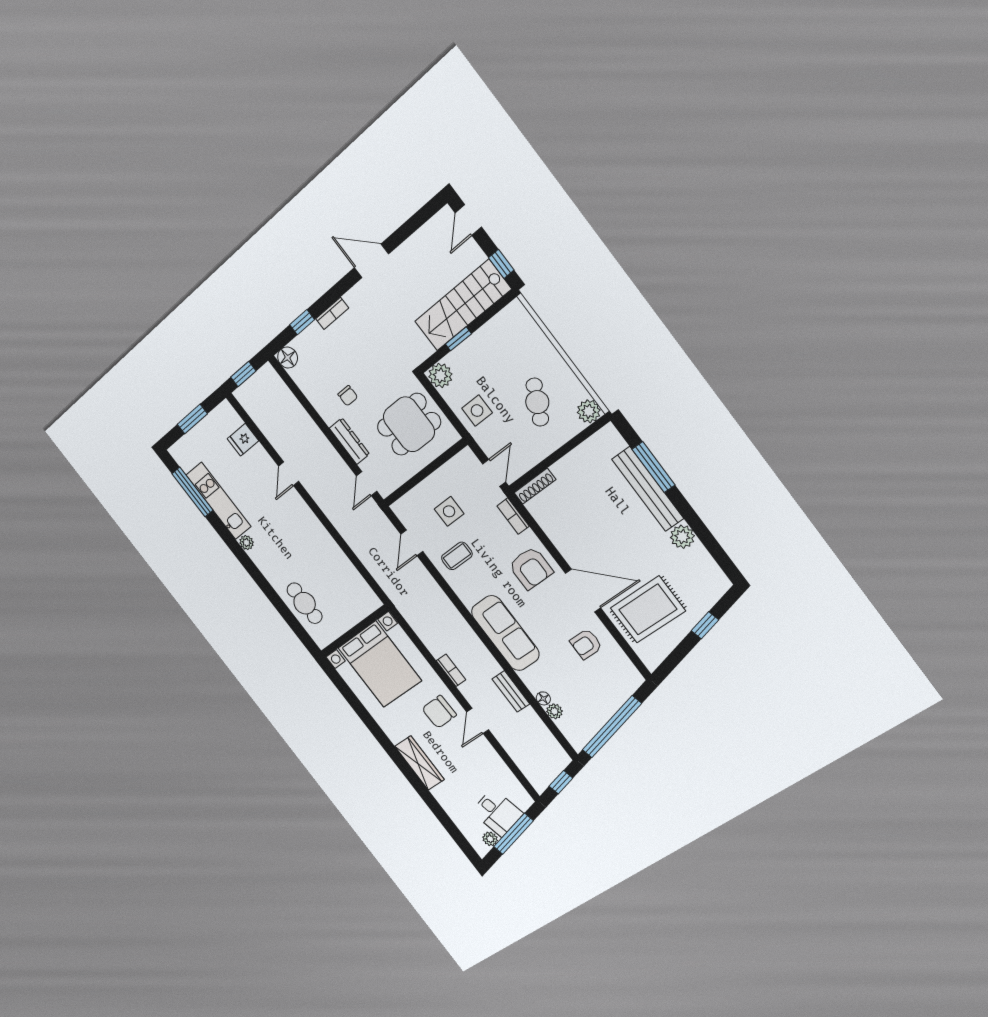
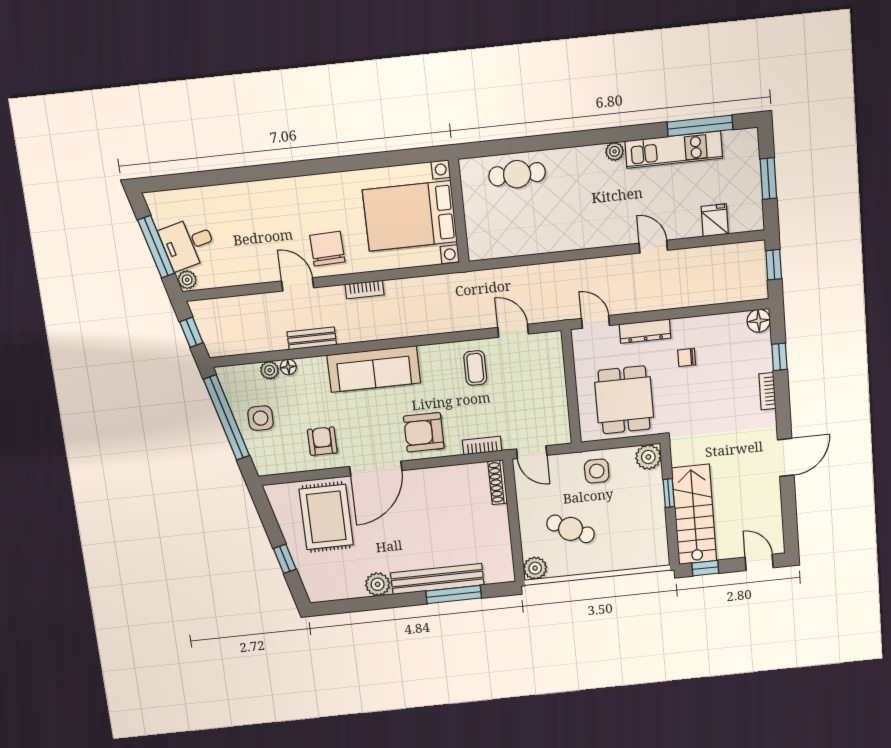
side table: (449, 511) -> (261, 418), moved
wardrobe: (420, 763) -> (282, 191), removed
plant: (490, 839) -> (187, 280), moved

